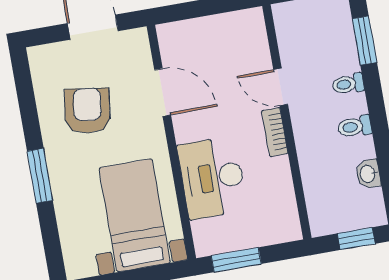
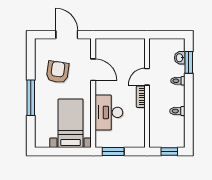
door: (281, 87) -> (147, 77), hinge flipped
toilet: (355, 127) -> (177, 111), moved
washbasin: (368, 174) -> (180, 58), moved
window: (40, 176) -> (31, 98), width x1.44

